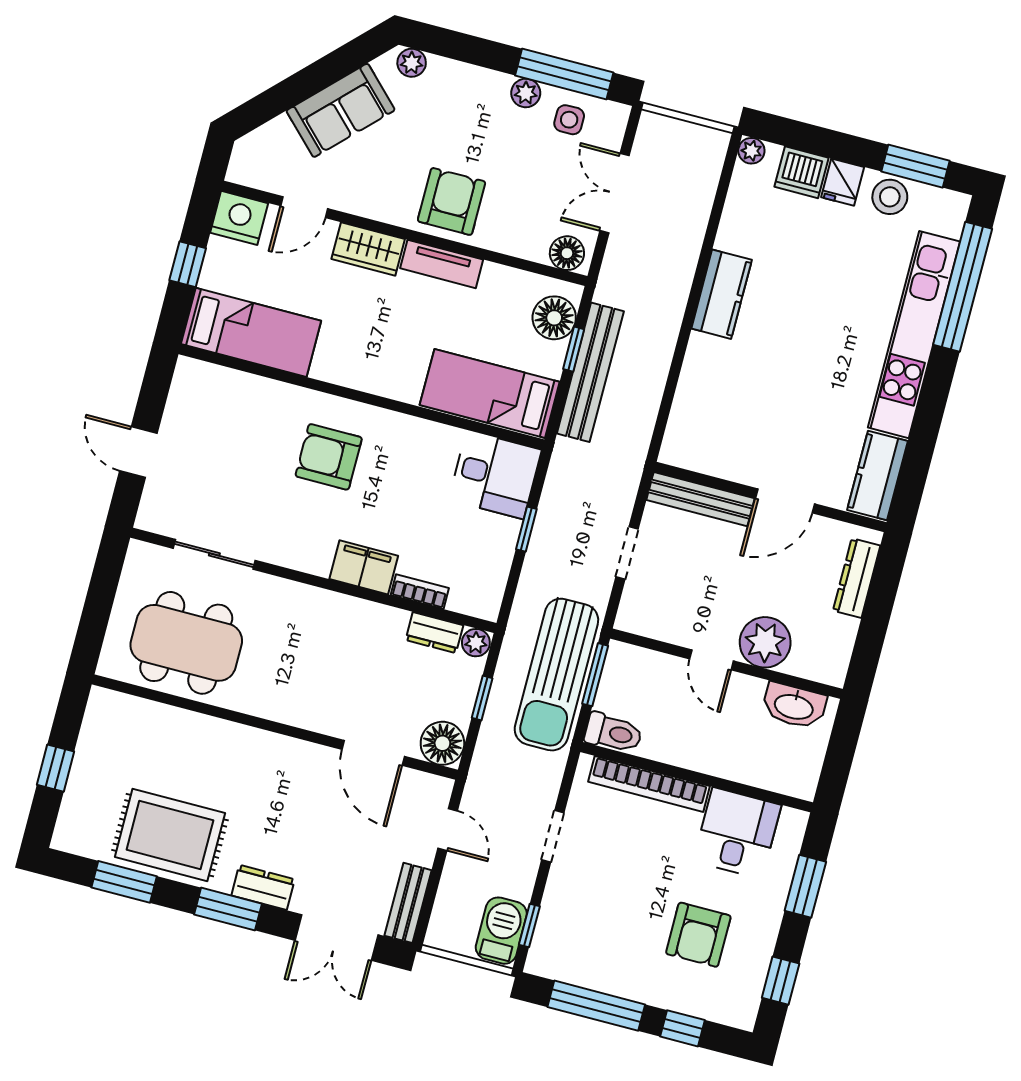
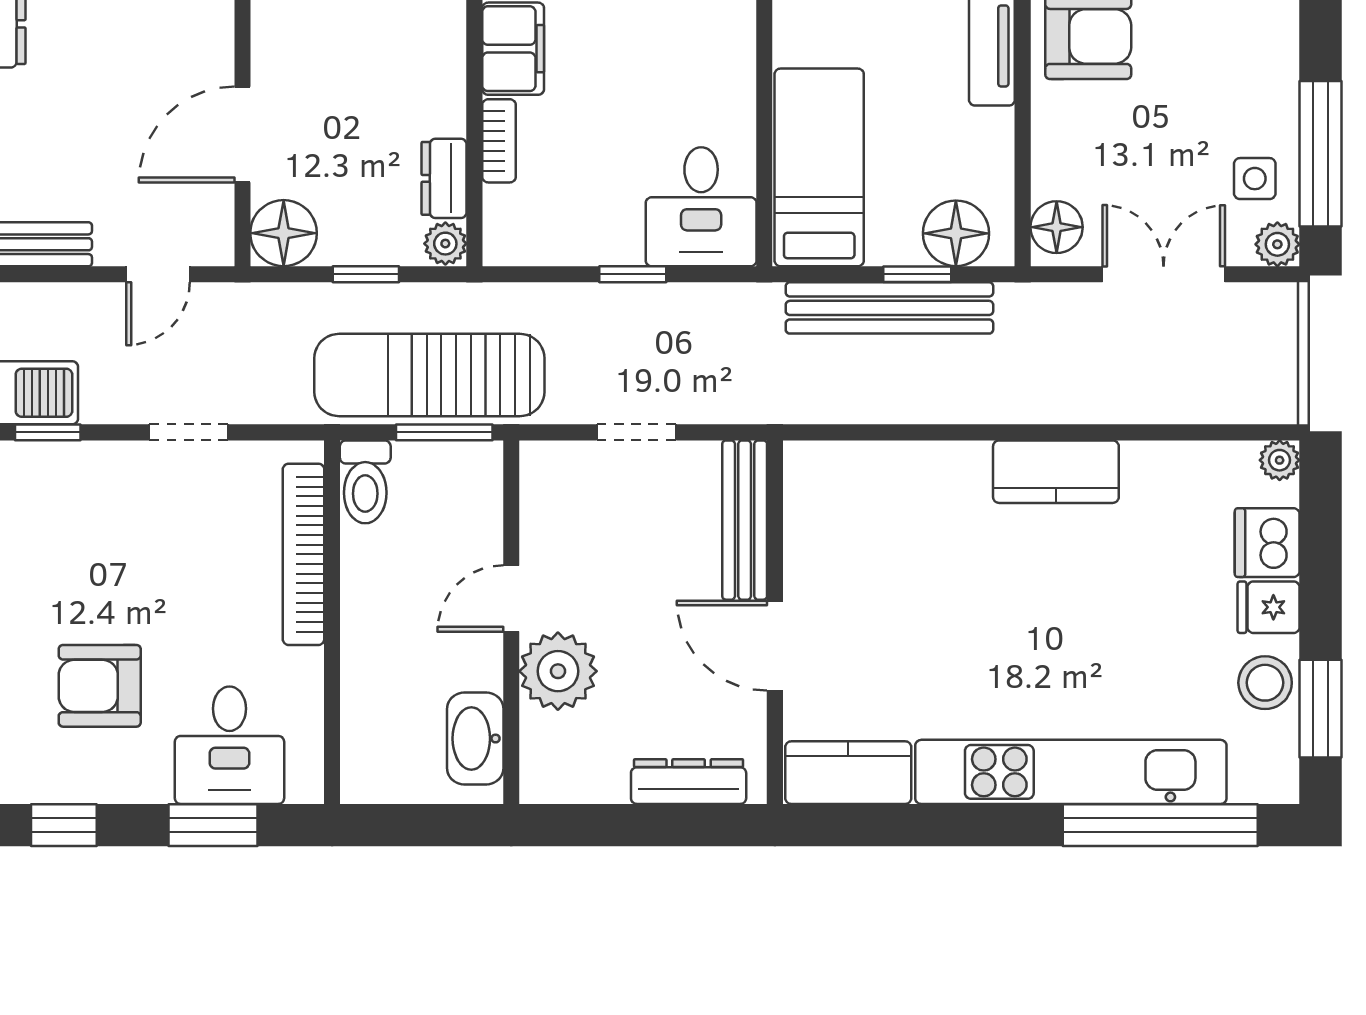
plant: (526, 93) -> (1277, 244), moved
desk: (737, 833) -> (229, 745), moved, turned 90

